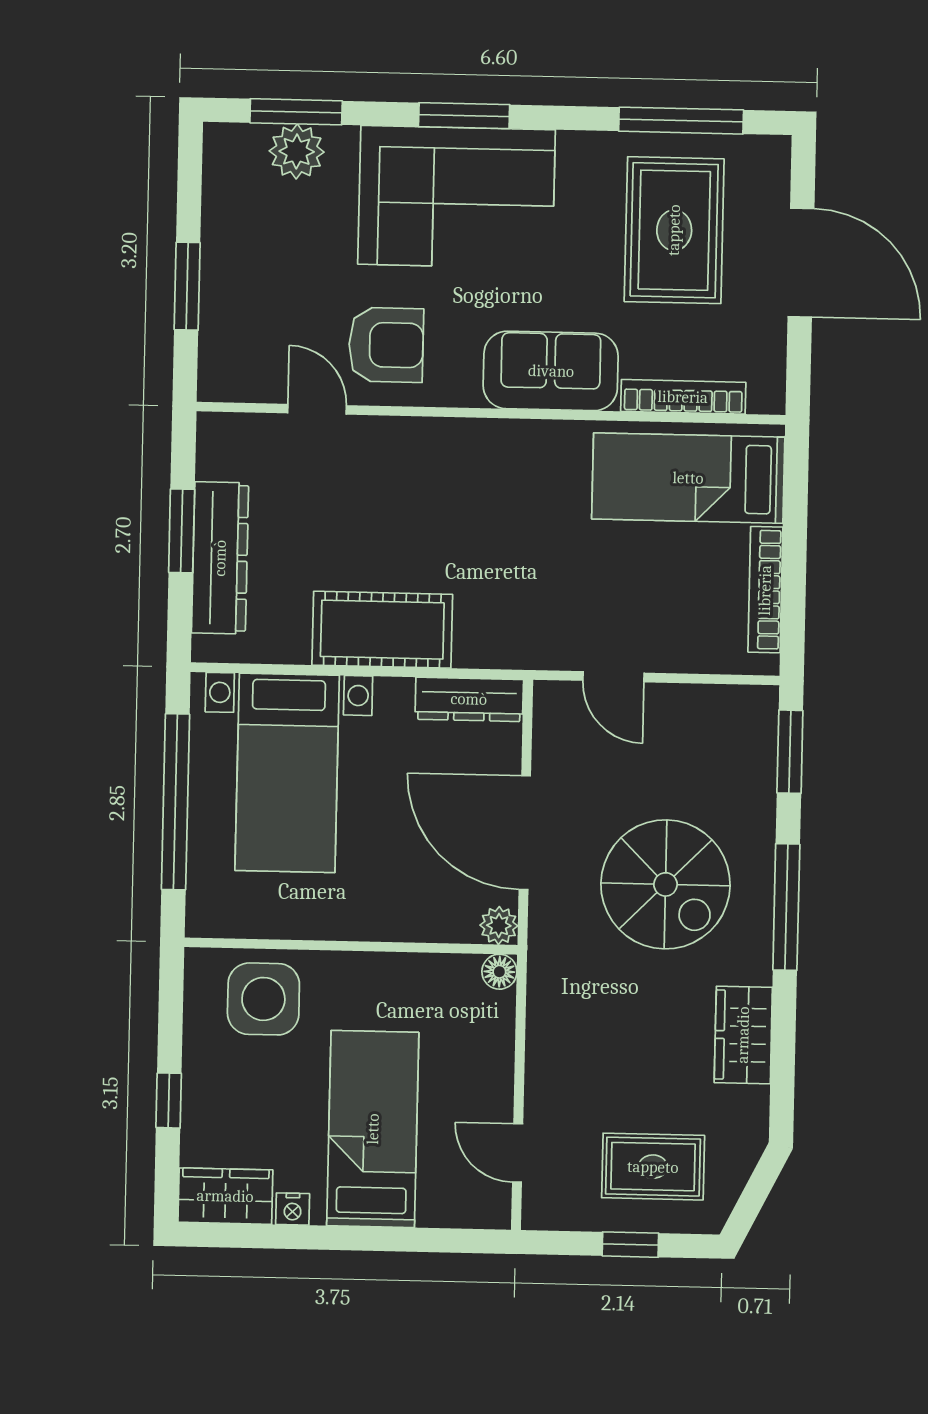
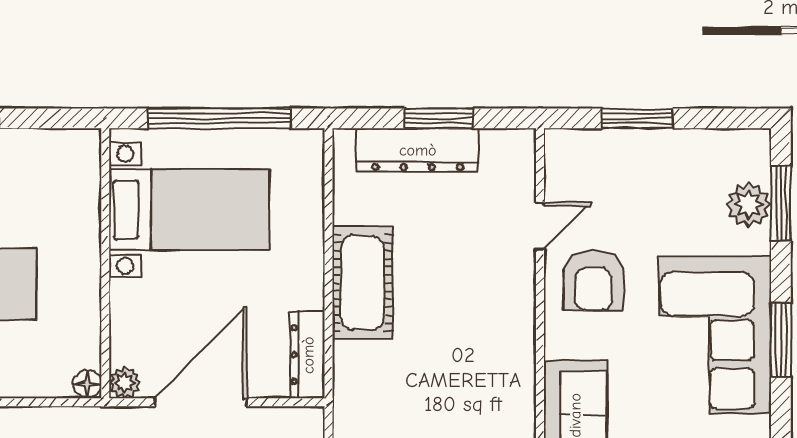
bed with nightstands: (287, 773) -> (189, 210), moved, turned 180
side table: (263, 999) -> (61, 193), removed

